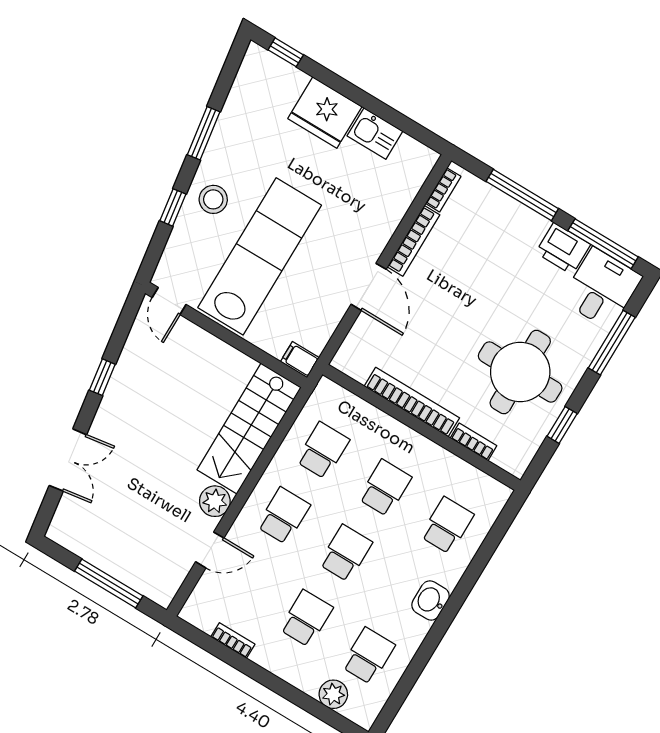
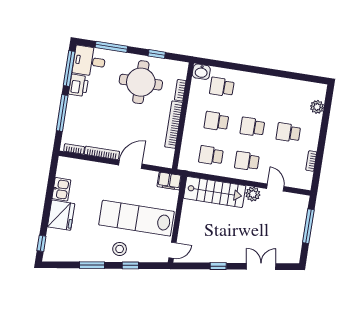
filing cabinet: (300, 360) -> (169, 181), width x2.00
washbasin: (431, 600) -> (201, 72), moved
school desk: (368, 656) -> (294, 98), removed

